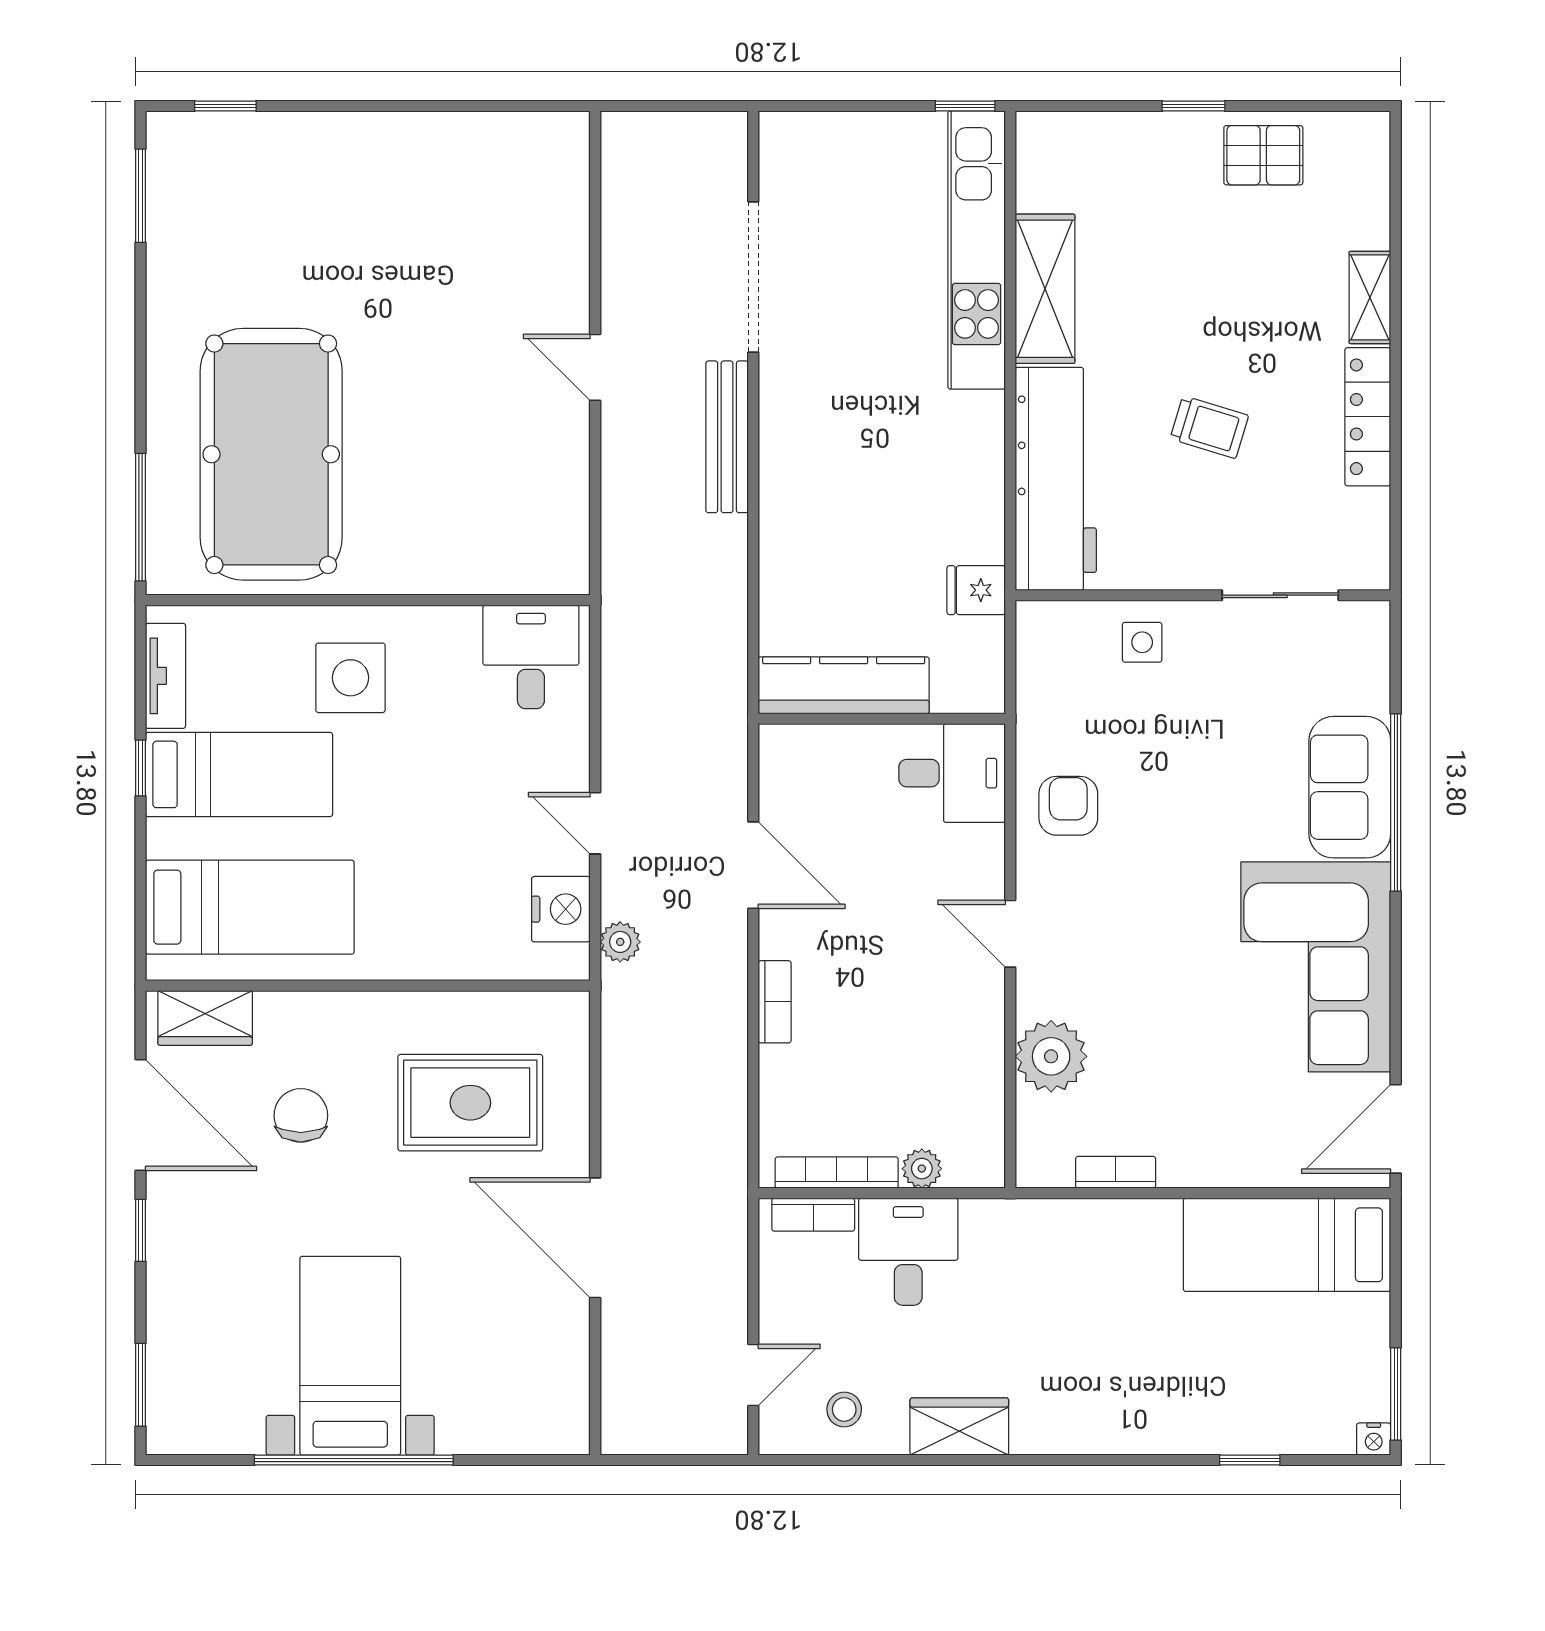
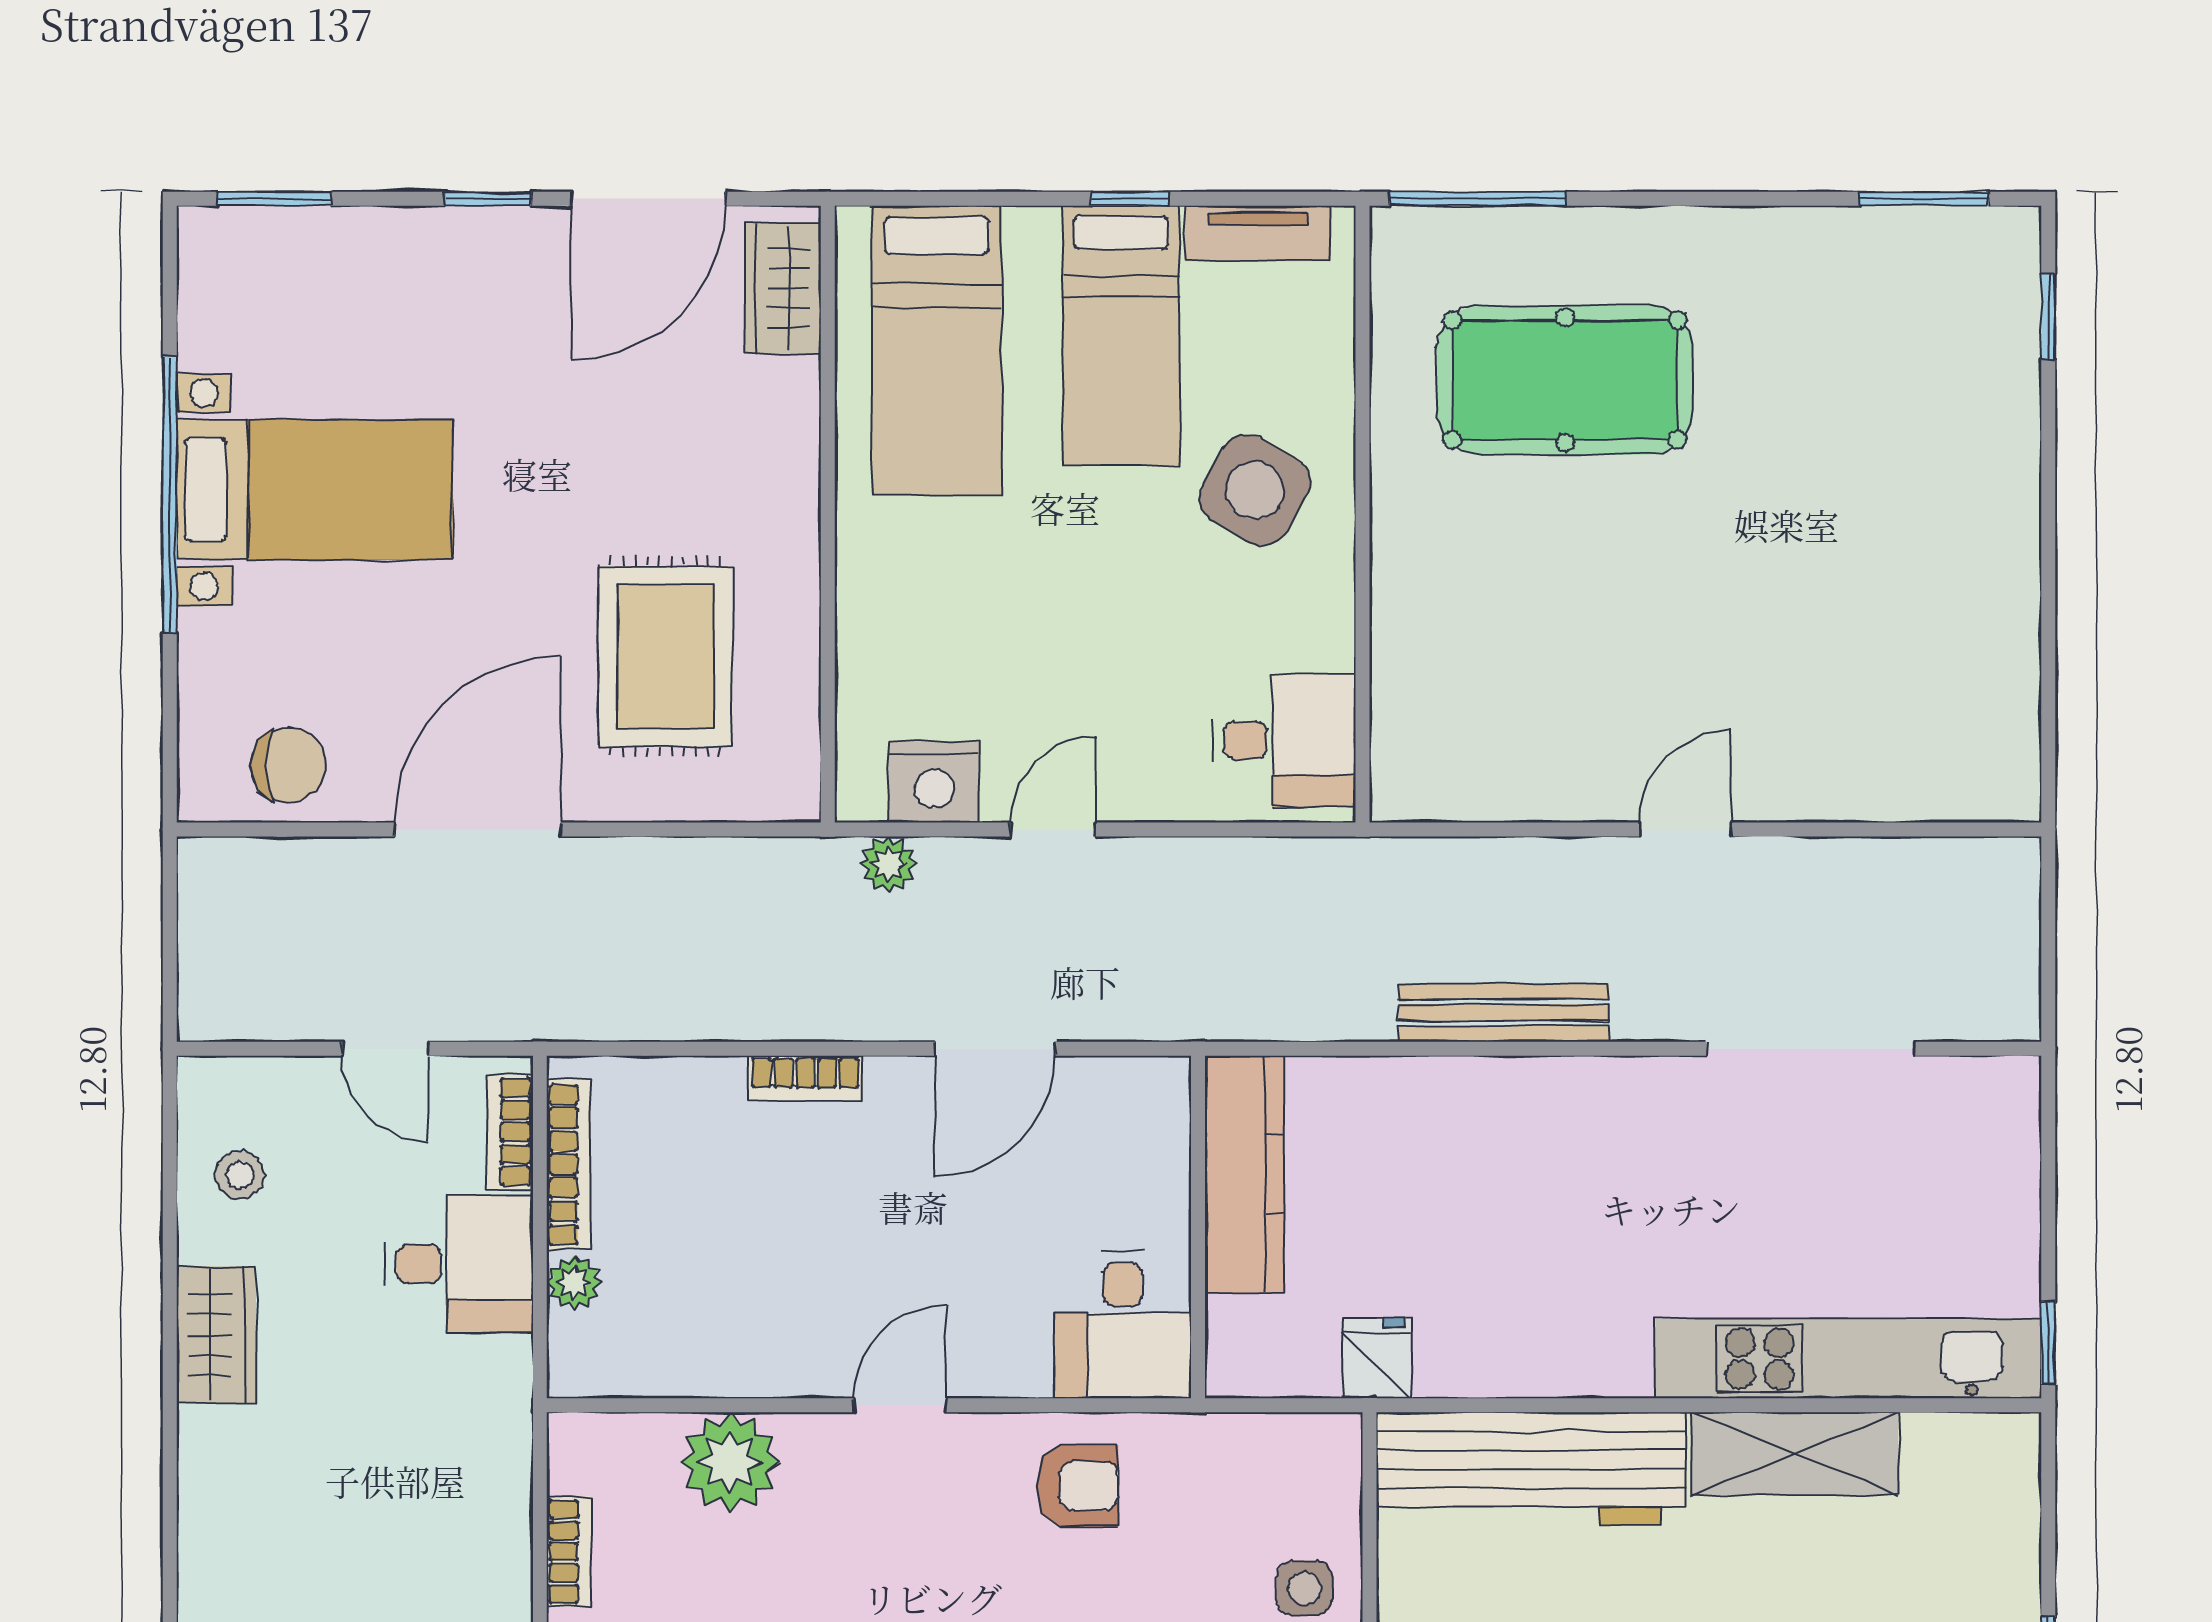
bench: (727, 437) -> (1504, 1012), moved
pool table: (271, 454) -> (1565, 380), width x0.73, depth x0.76
side table: (350, 678) -> (1255, 490), turned 30
chair: (301, 1115) -> (288, 765), moved
door: (753, 1375) -> (385, 1049), moved

